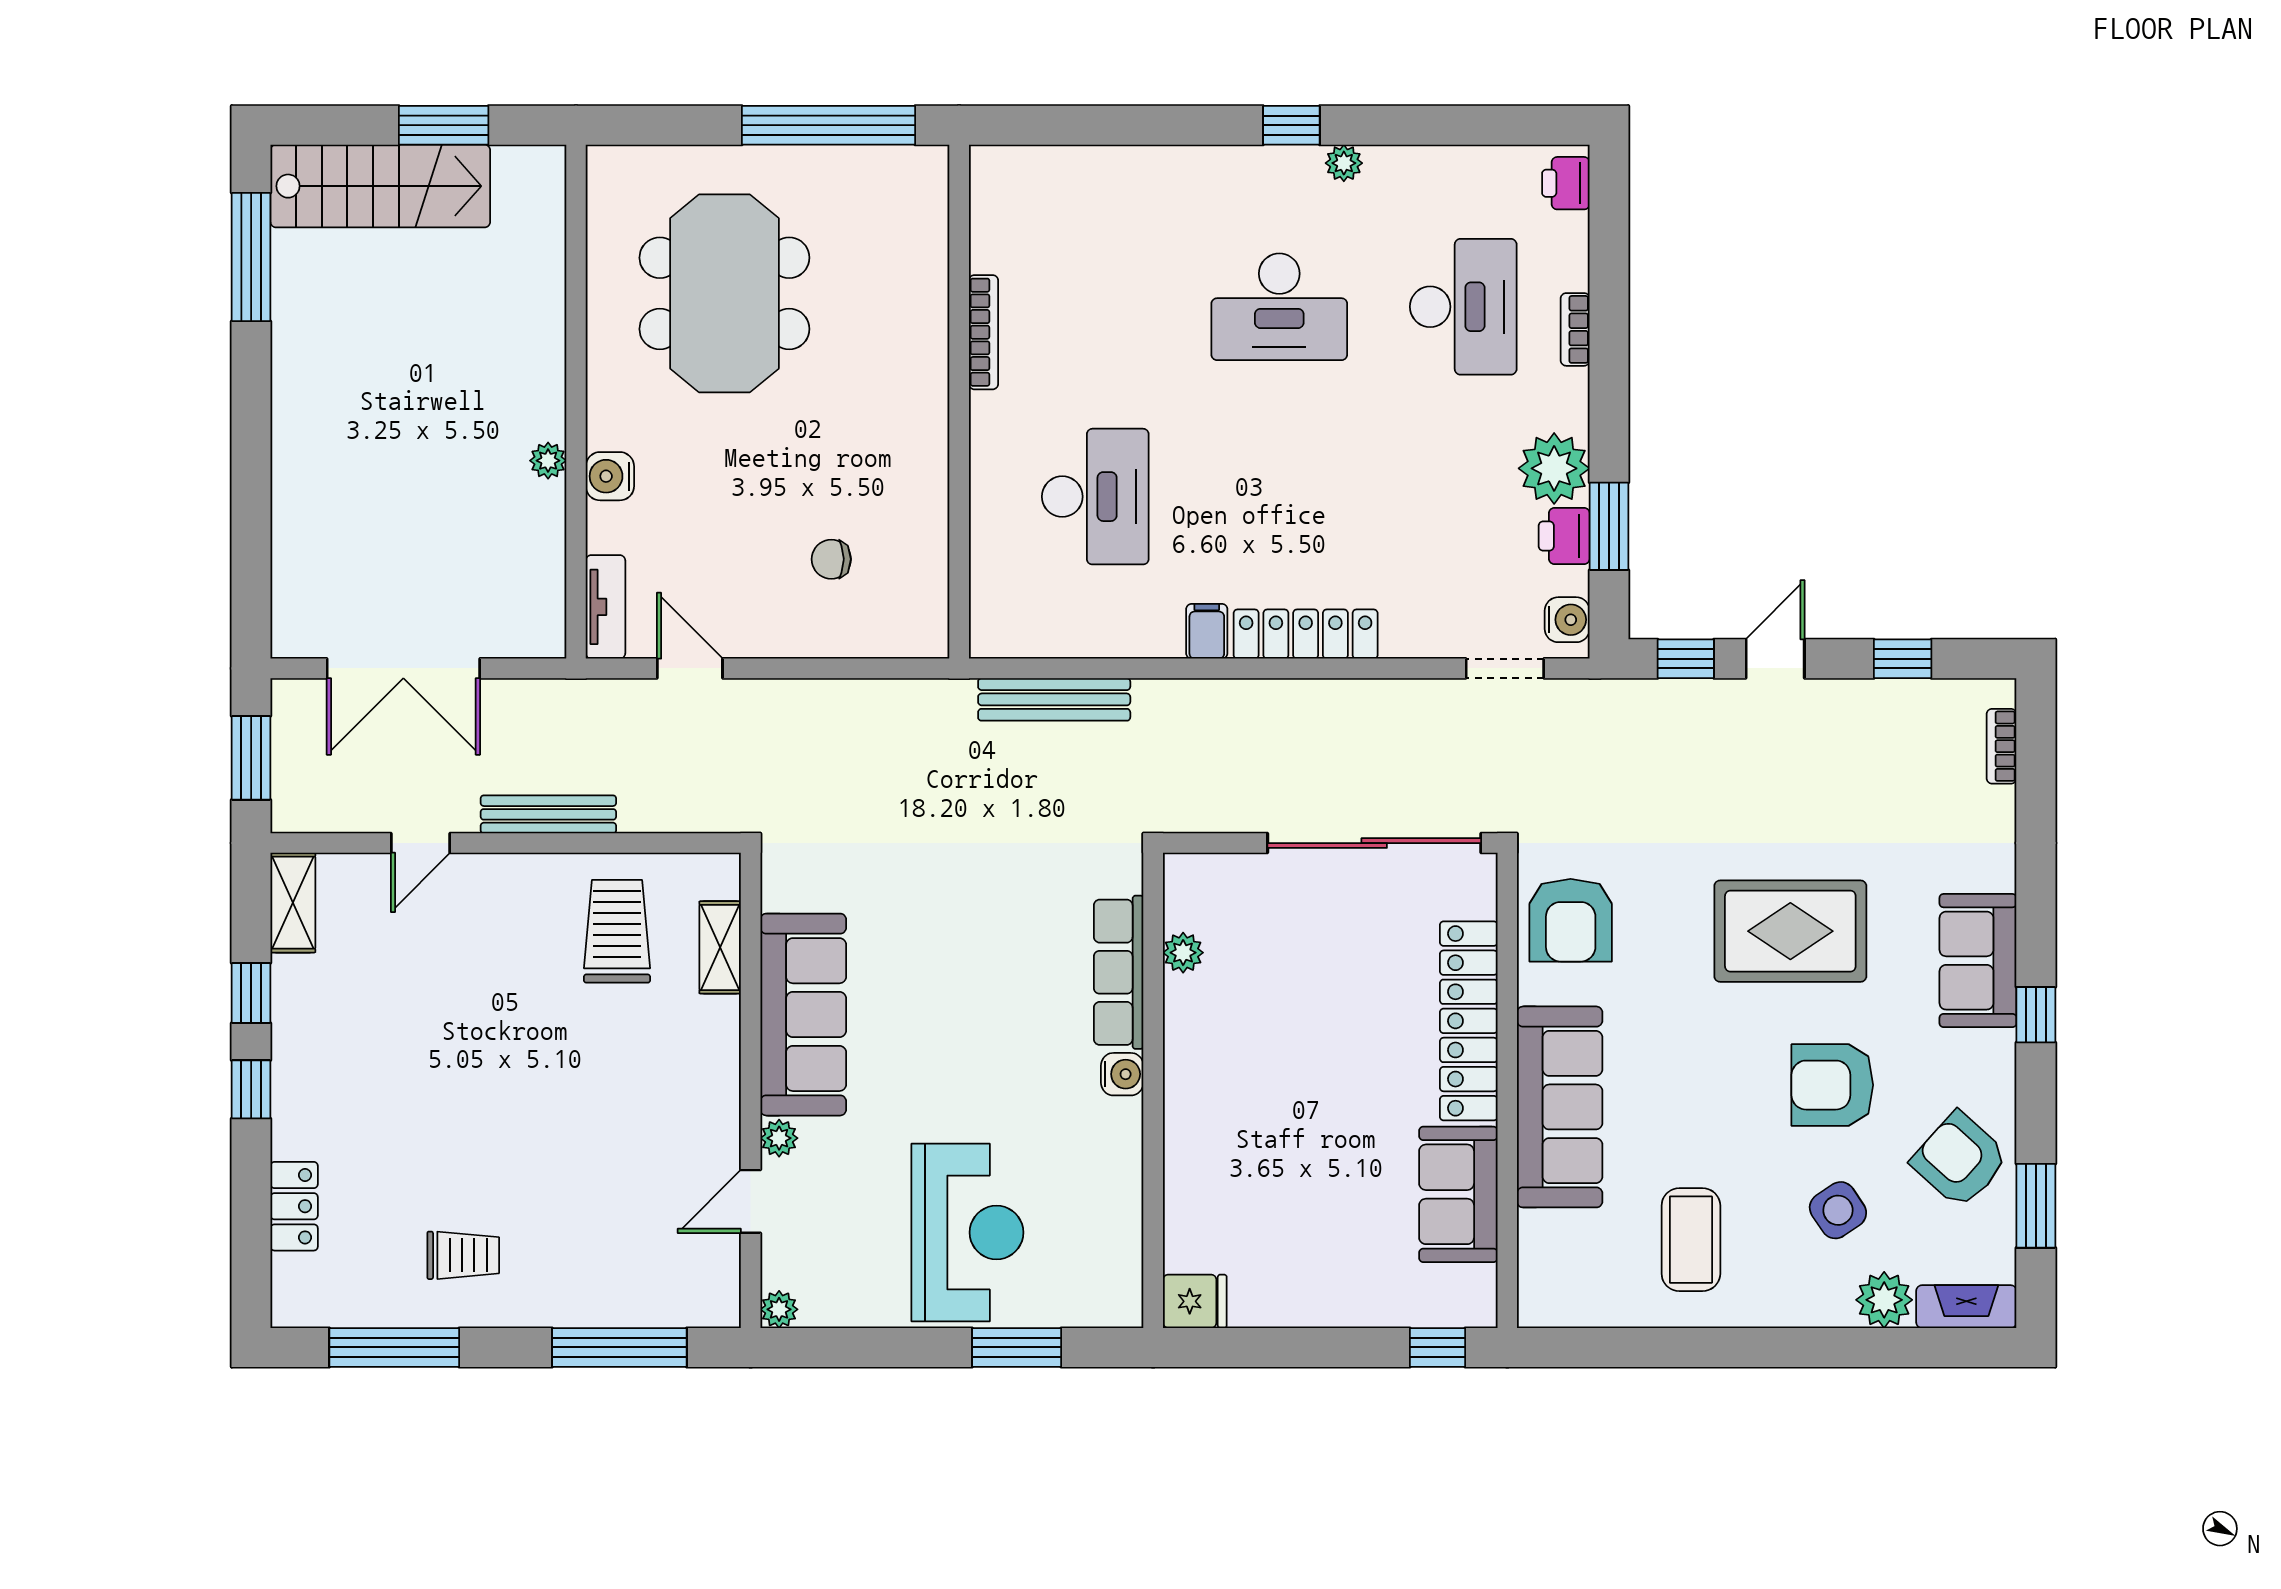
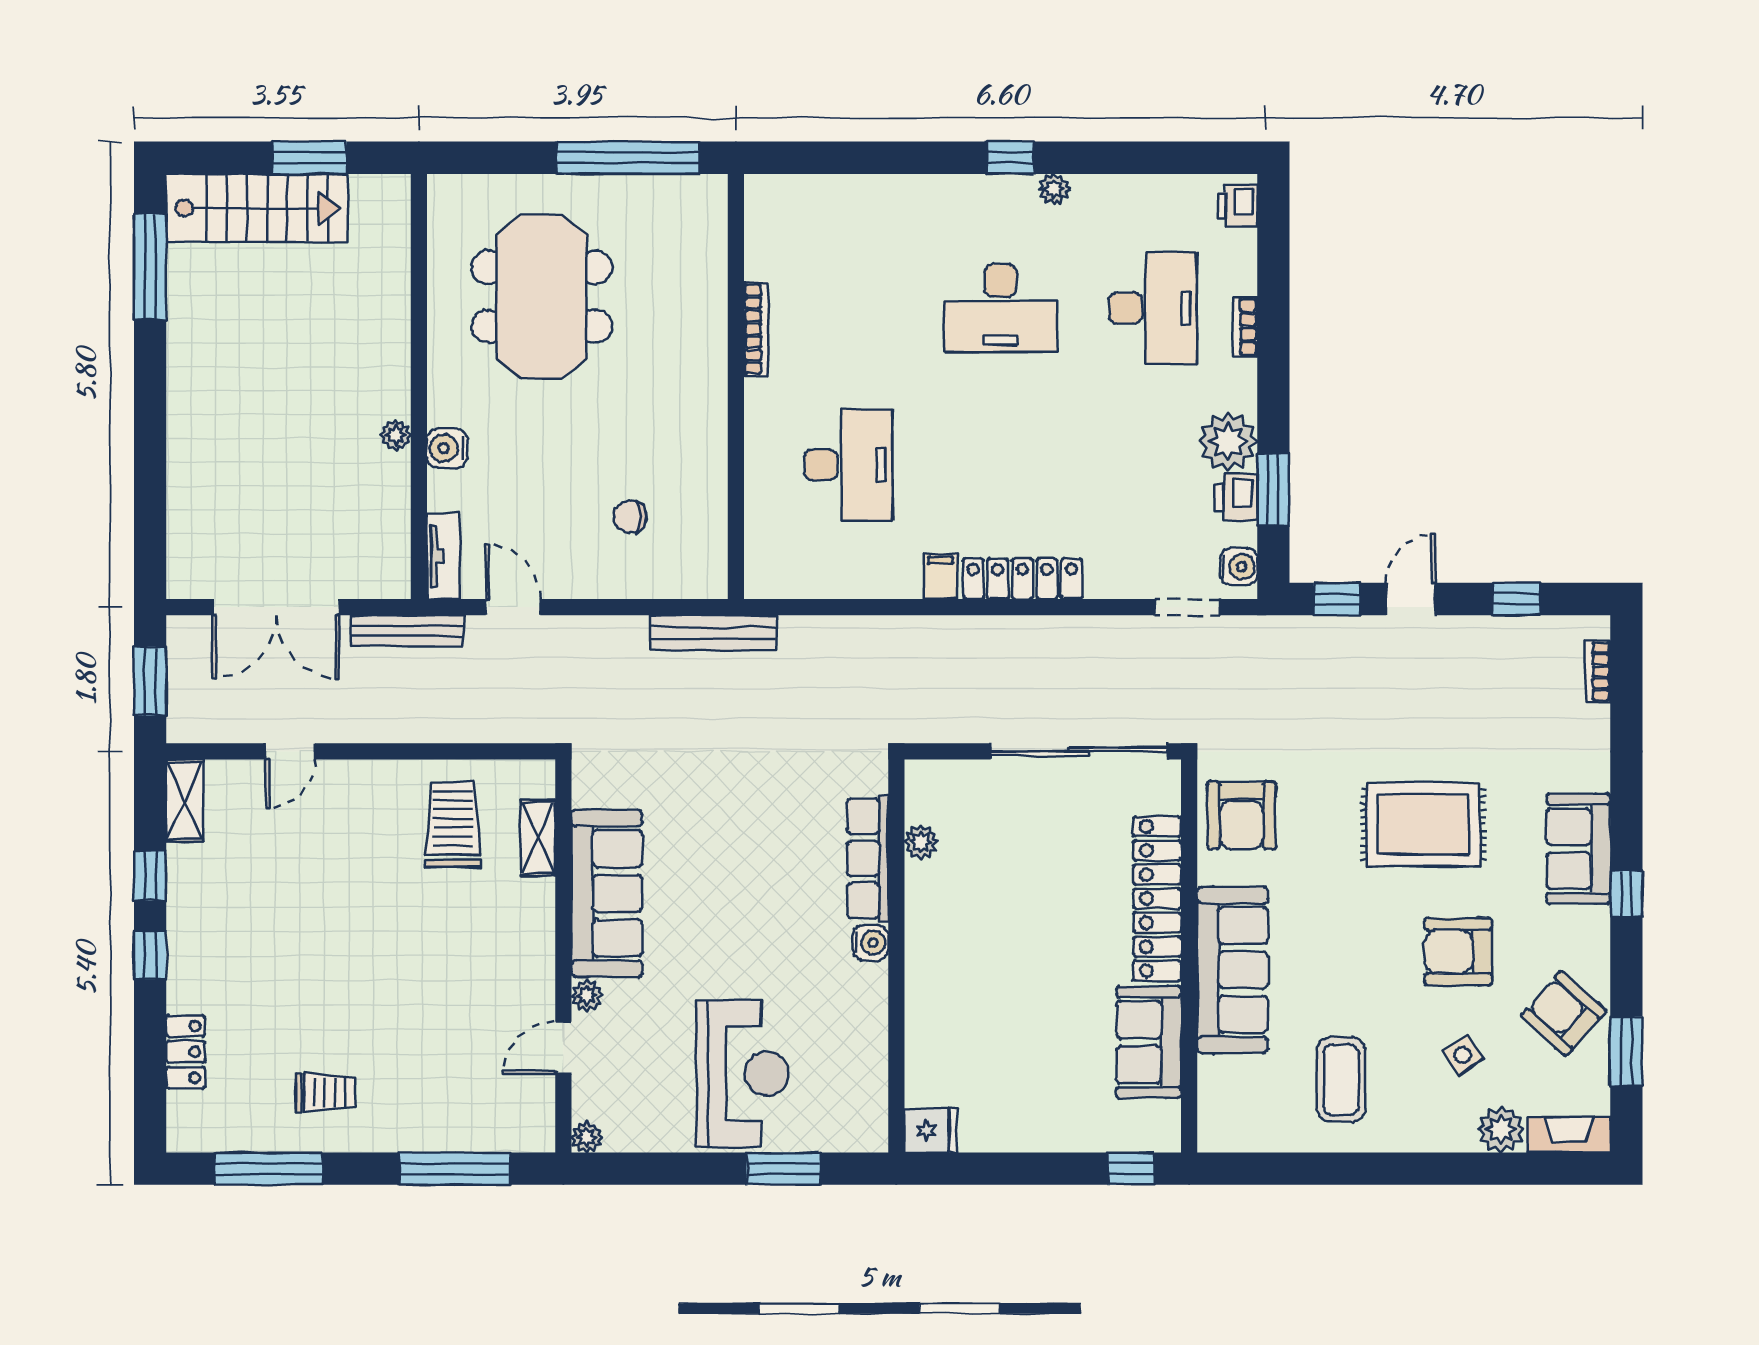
bench: (1054, 699) -> (713, 633), moved
bench: (548, 814) -> (407, 631), moved
side table: (1838, 1210) -> (1463, 1055), width x0.73, depth x0.73

